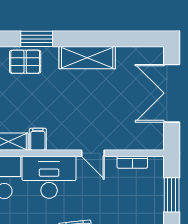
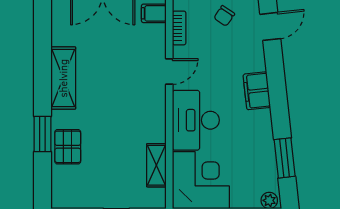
filing cabinet: (38, 139) -> (154, 13), moved
chair: (143, 203) -> (224, 16), added

